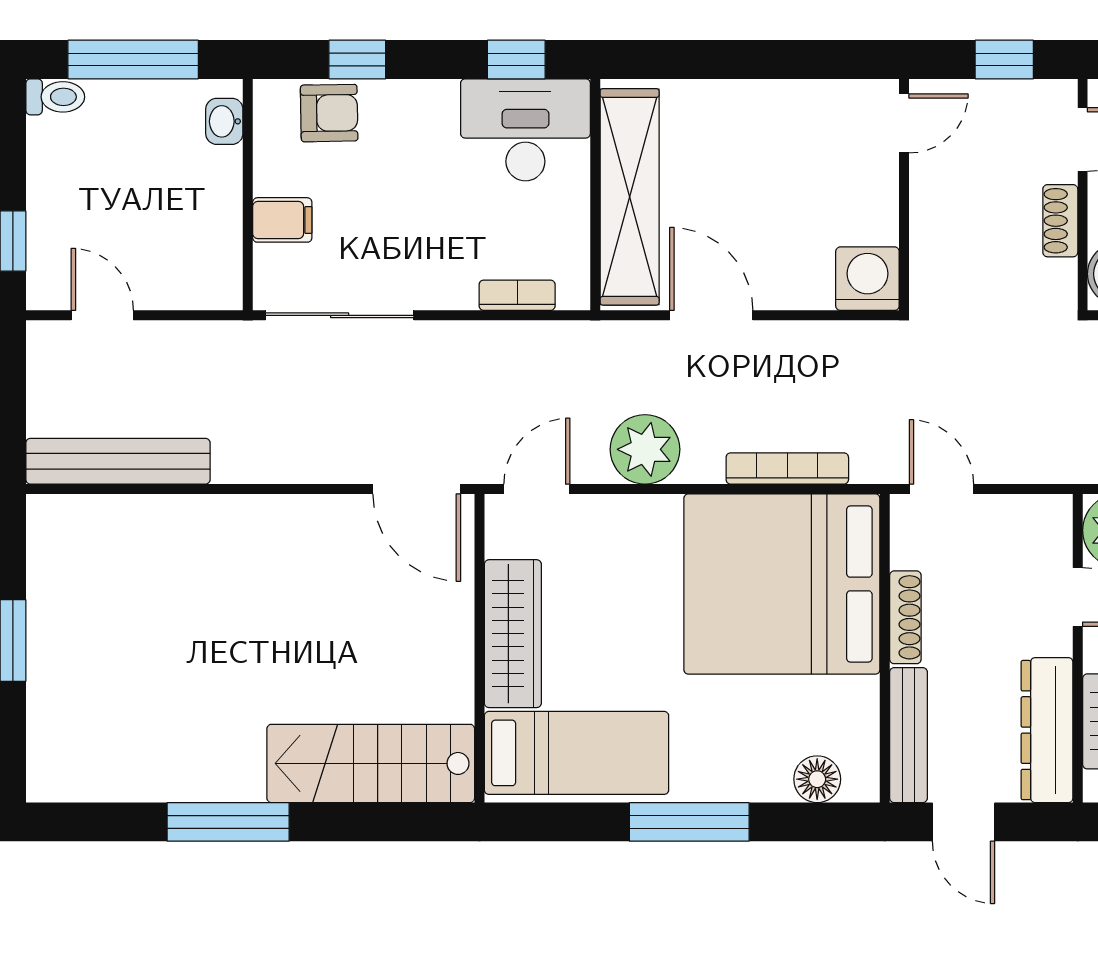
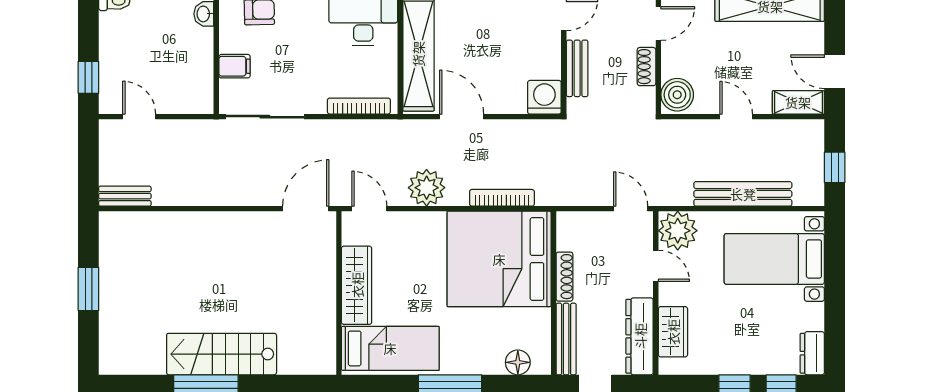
bench: (929, 224) -> (577, 68), added
bookcase: (517, 295) -> (359, 106), width x1.56
bench: (118, 461) -> (125, 196), width x0.54, depth x0.82
door: (417, 489) -> (306, 209), swing flipped
door: (537, 489) -> (369, 209), hinge flipped
door: (941, 489) -> (631, 209), moved
stairs: (371, 763) -> (222, 354), moved

